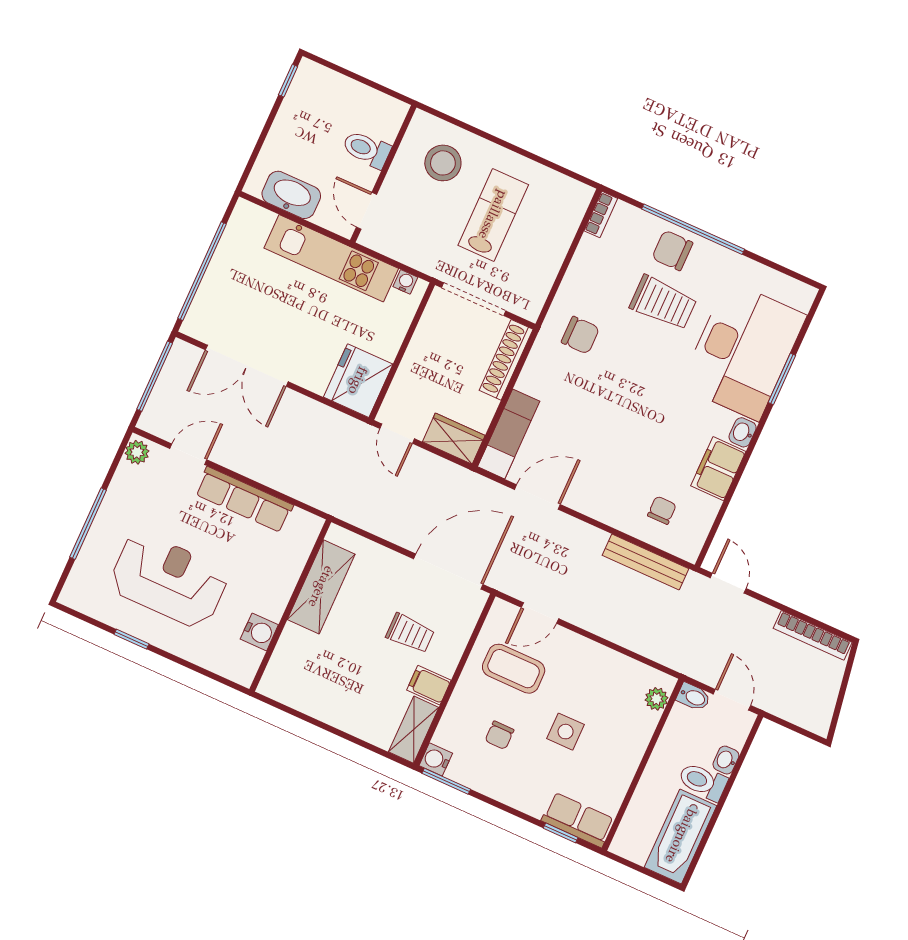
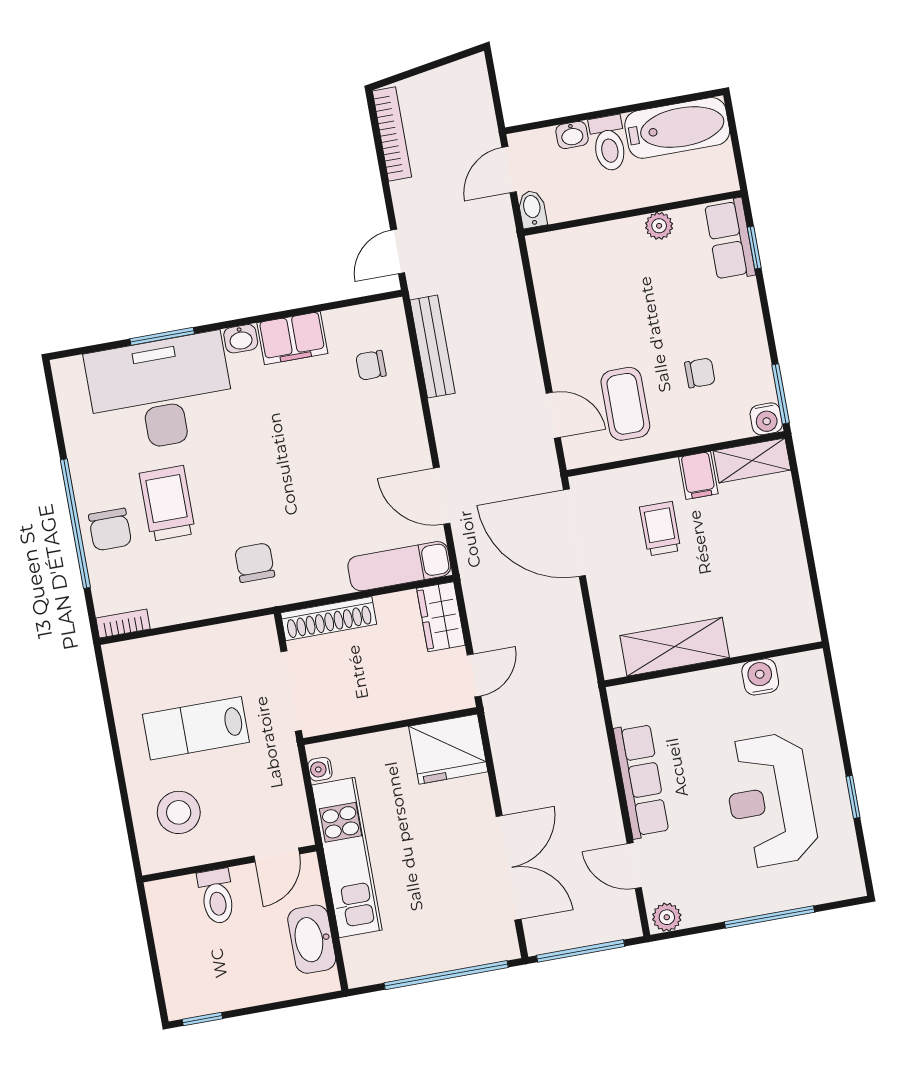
plant: (657, 699) -> (659, 226), moved
side table: (566, 732) -> (652, 311), removed

